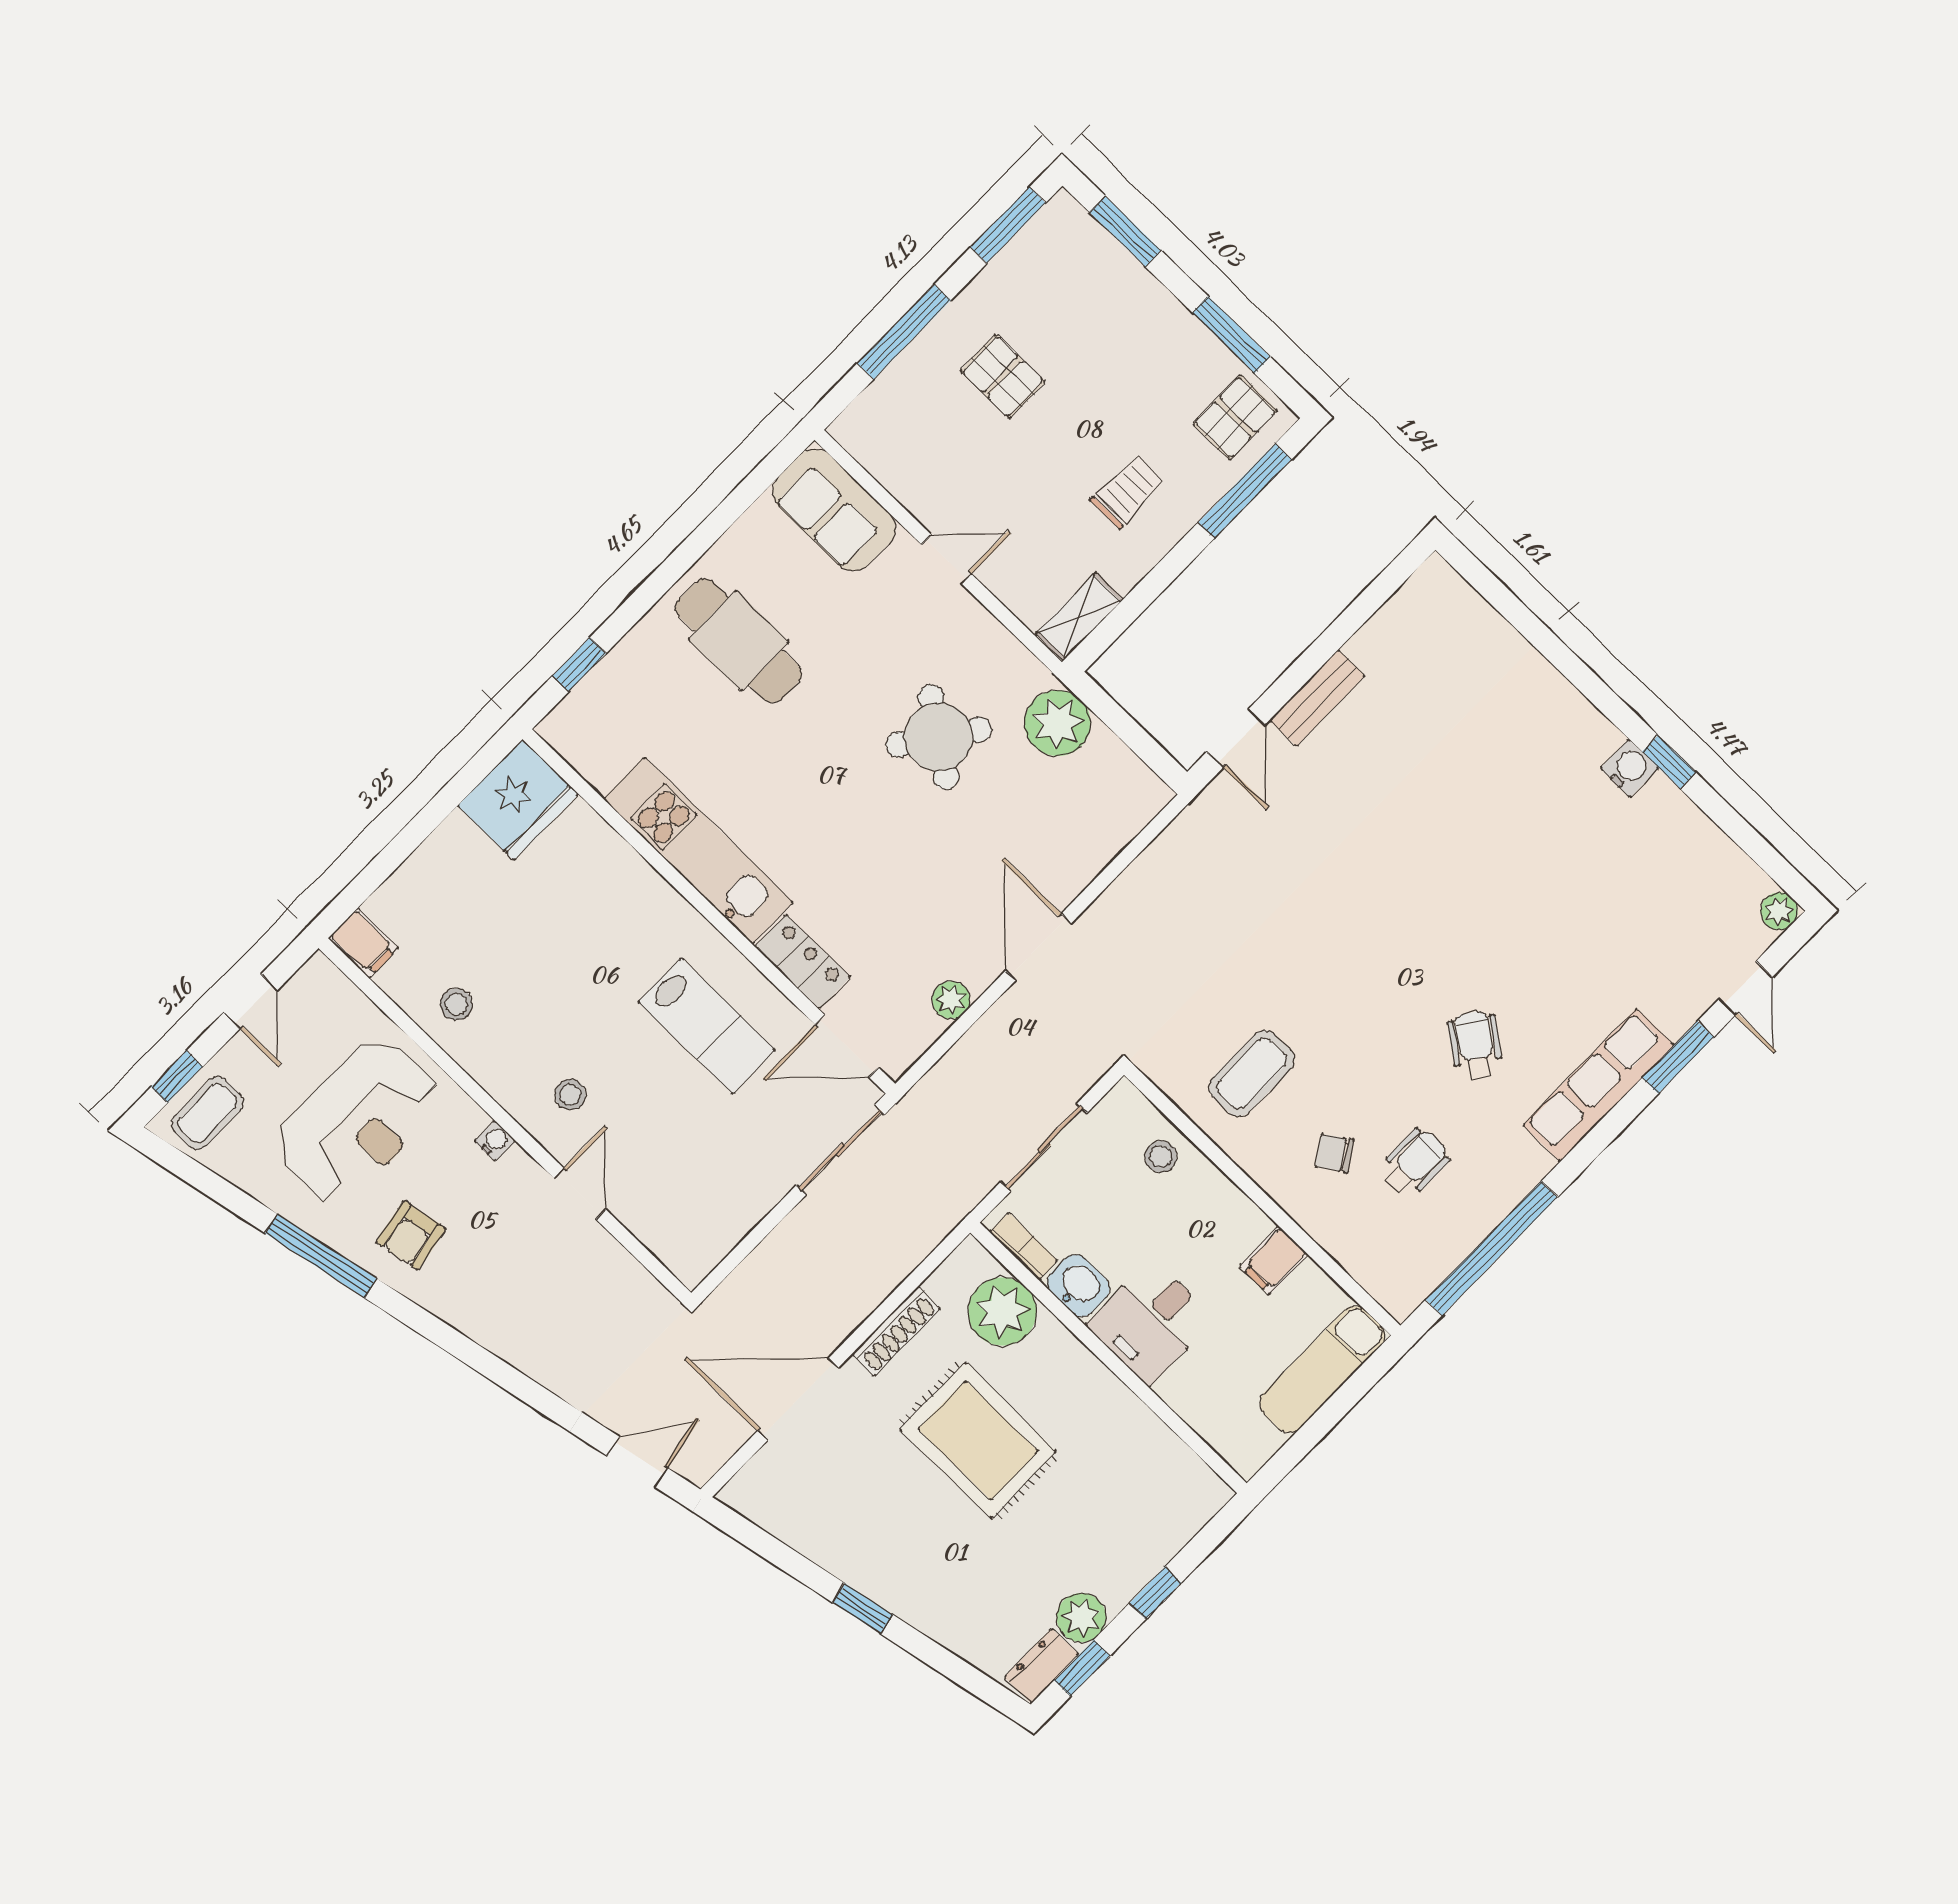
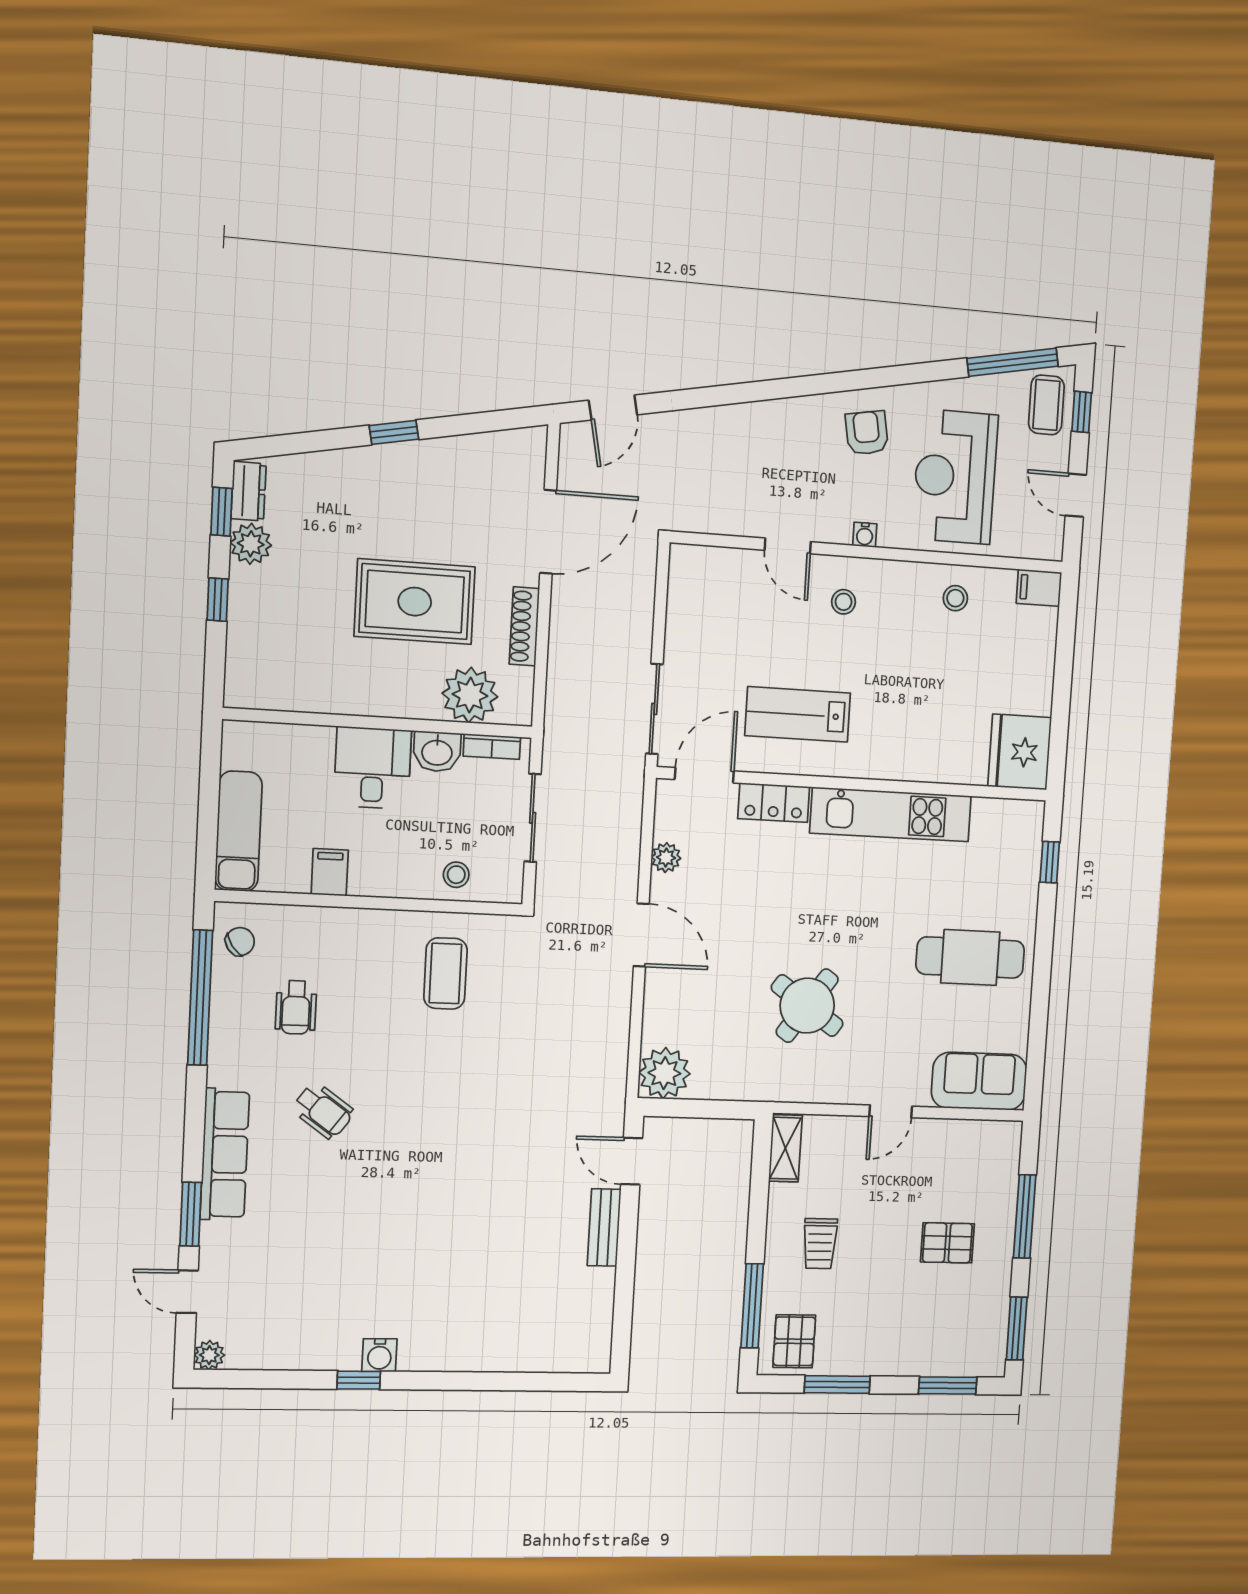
plant: (1058, 723) -> (664, 1073), moved
chair: (1334, 1153) -> (240, 942), moved
window: (321, 1256) -> (1013, 362), moved

